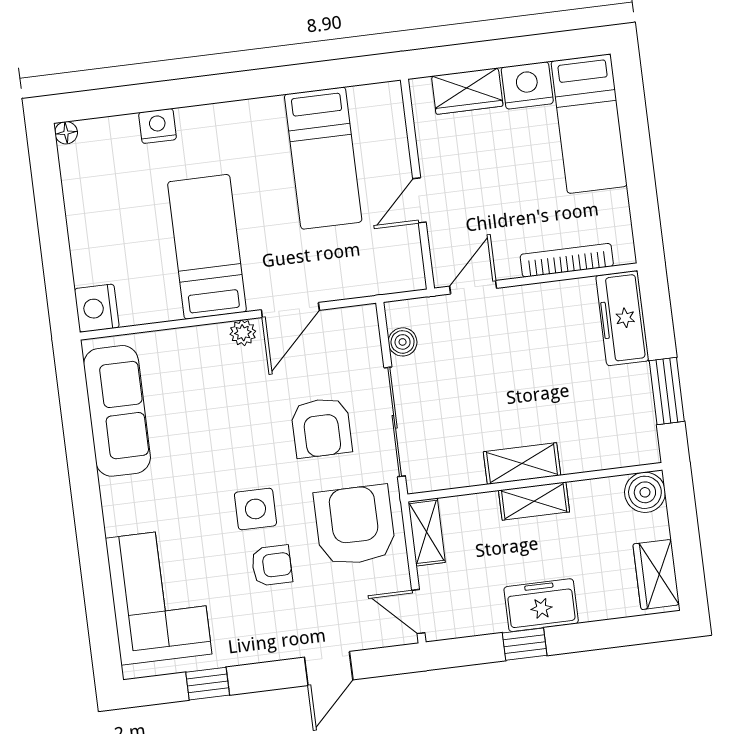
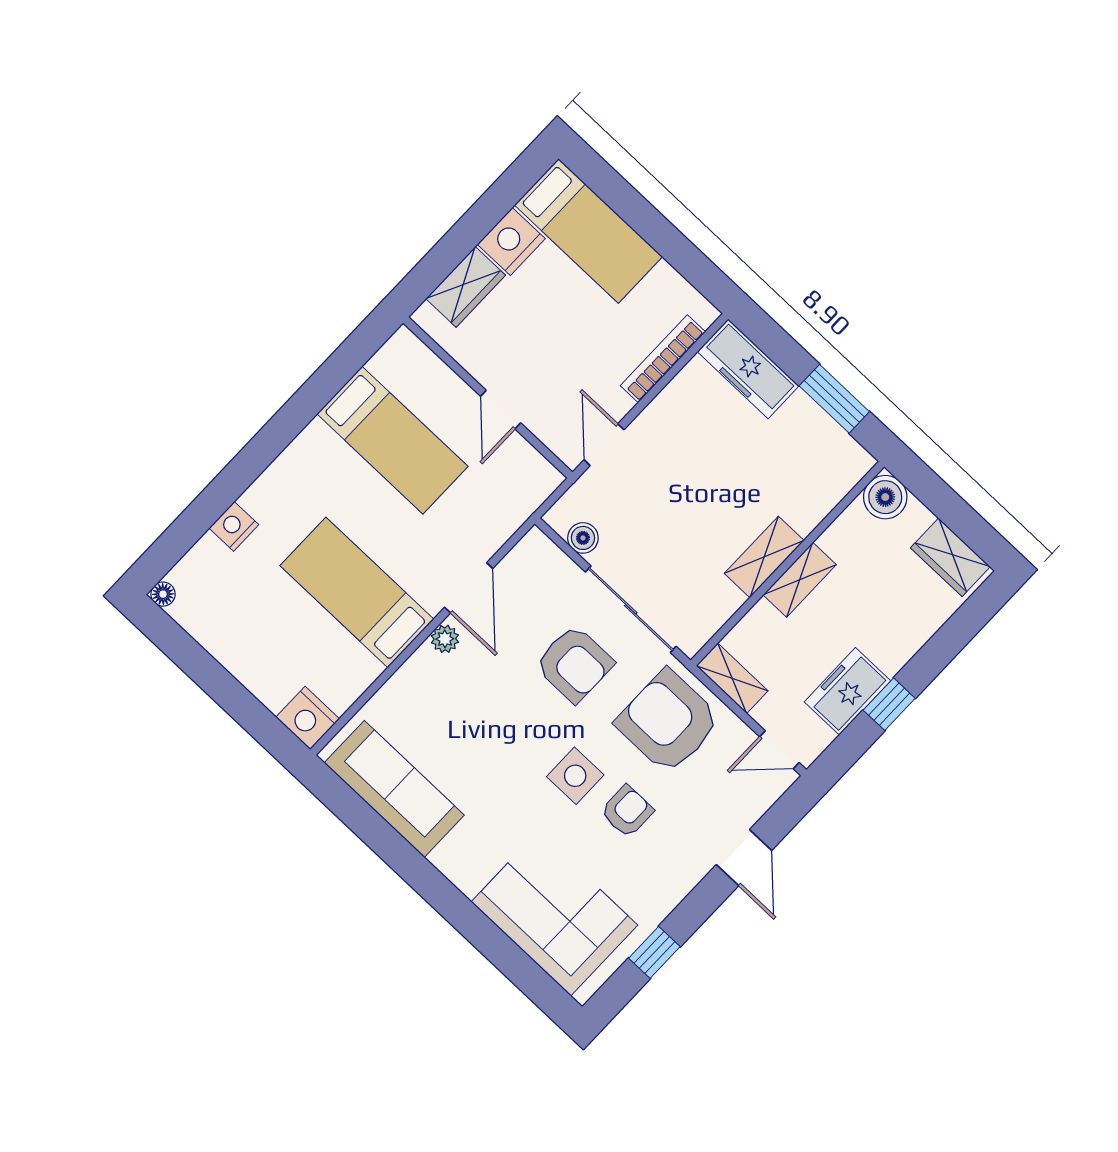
freezer: (541, 605) -> (847, 691), moved

